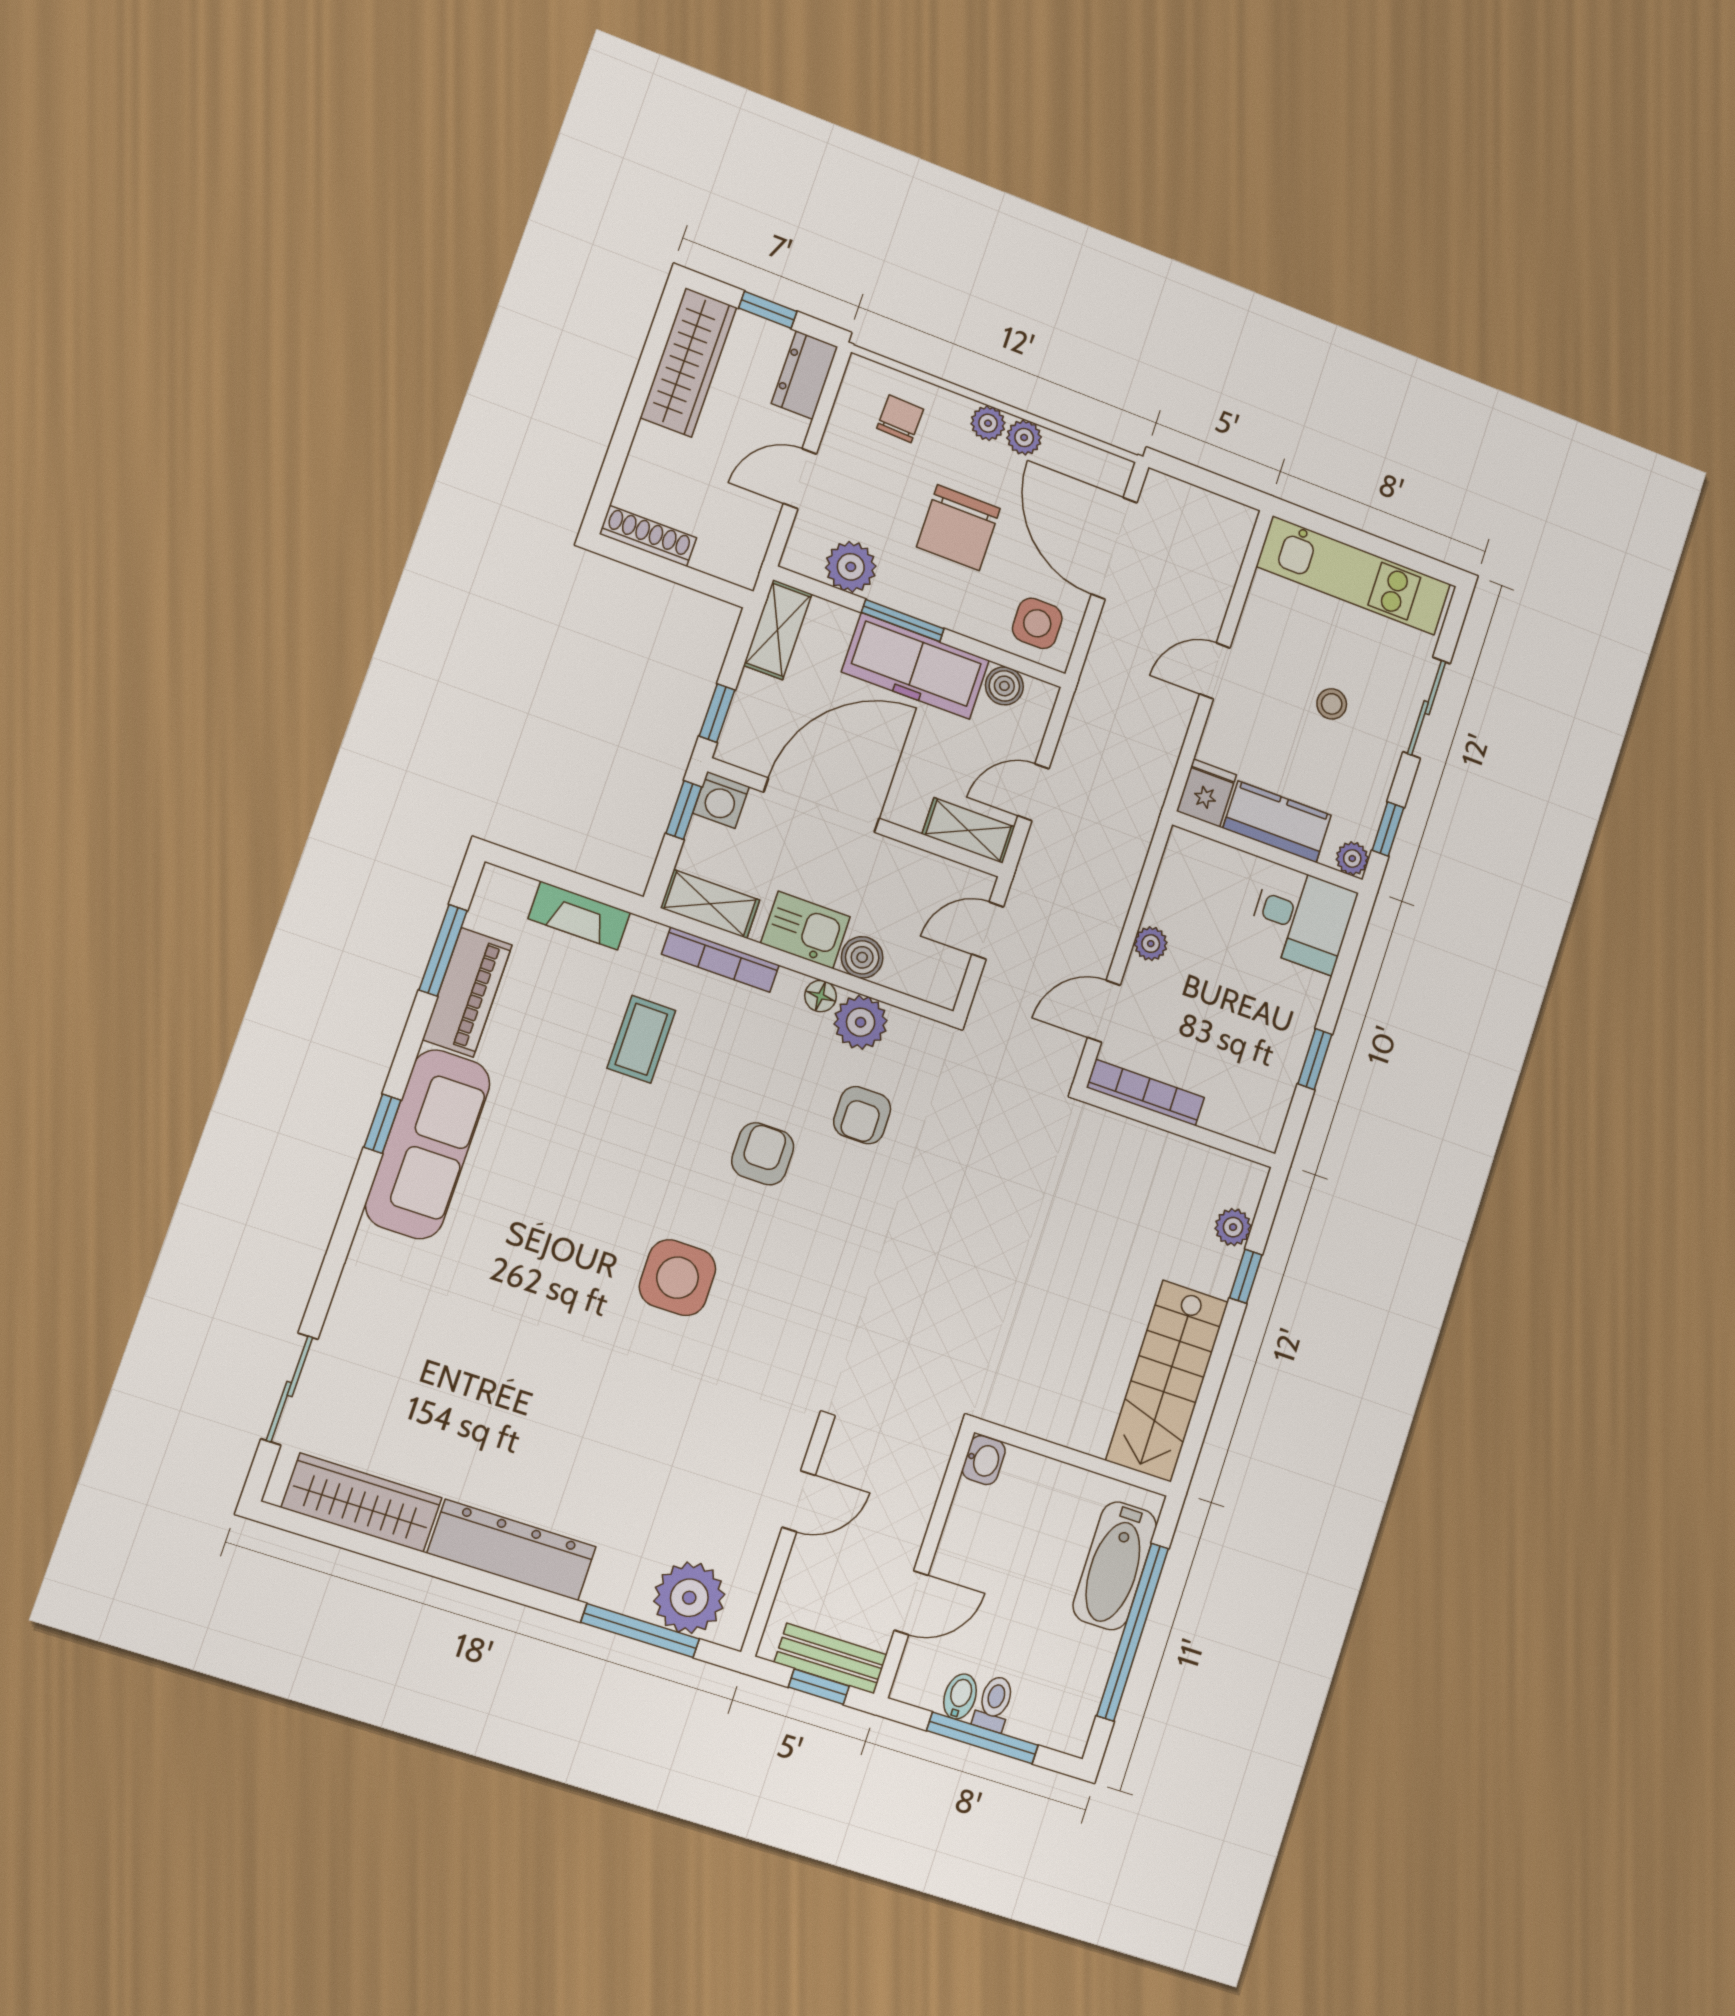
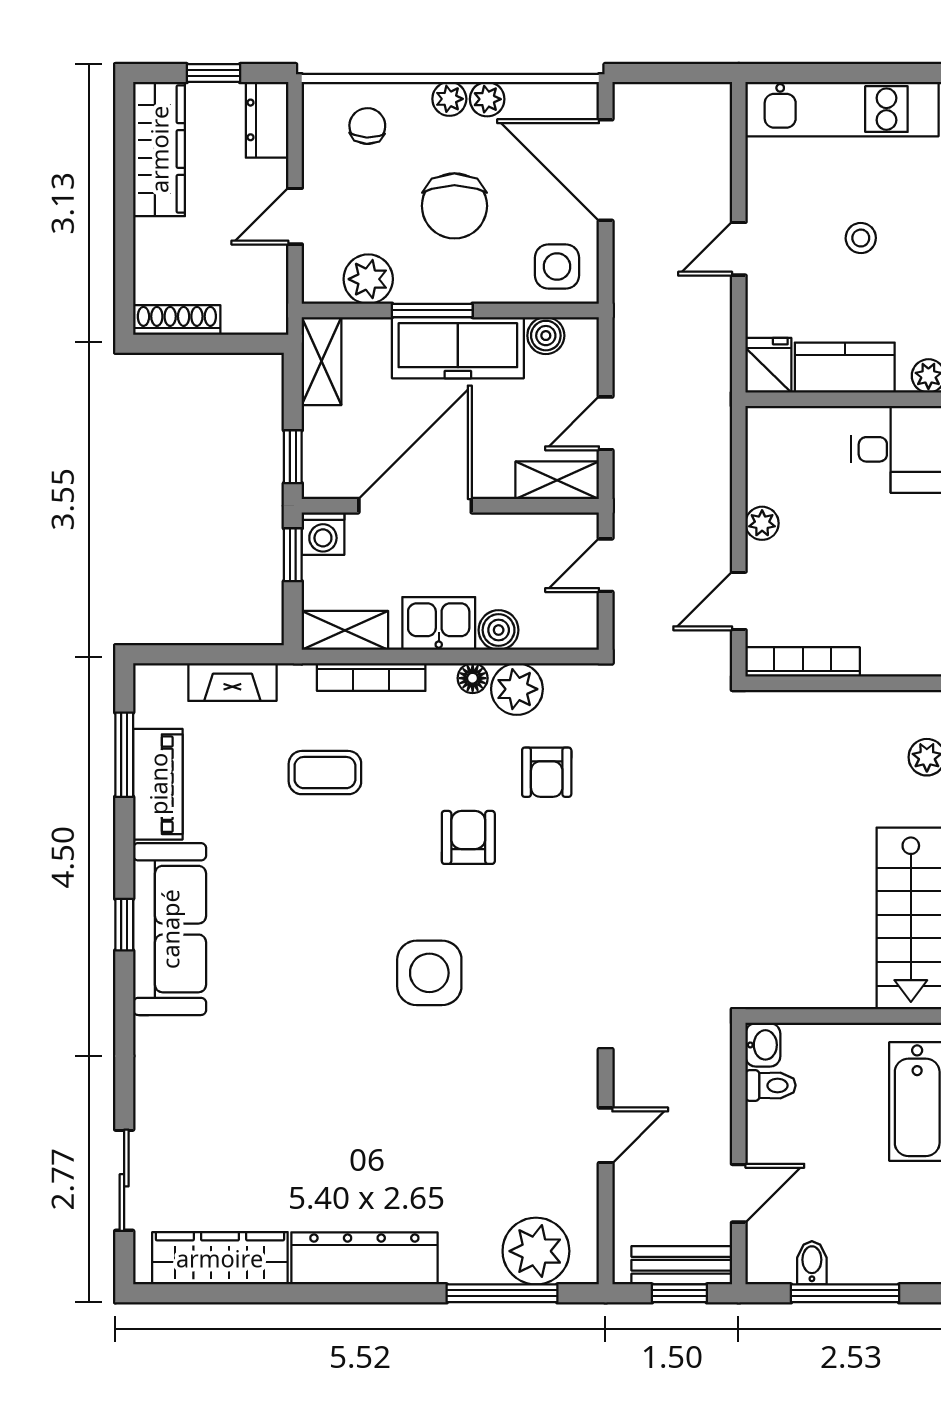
coffee table: (641, 1039) -> (325, 773), turned 90
toilet: (994, 1703) -> (770, 1085), moved, turned 90

